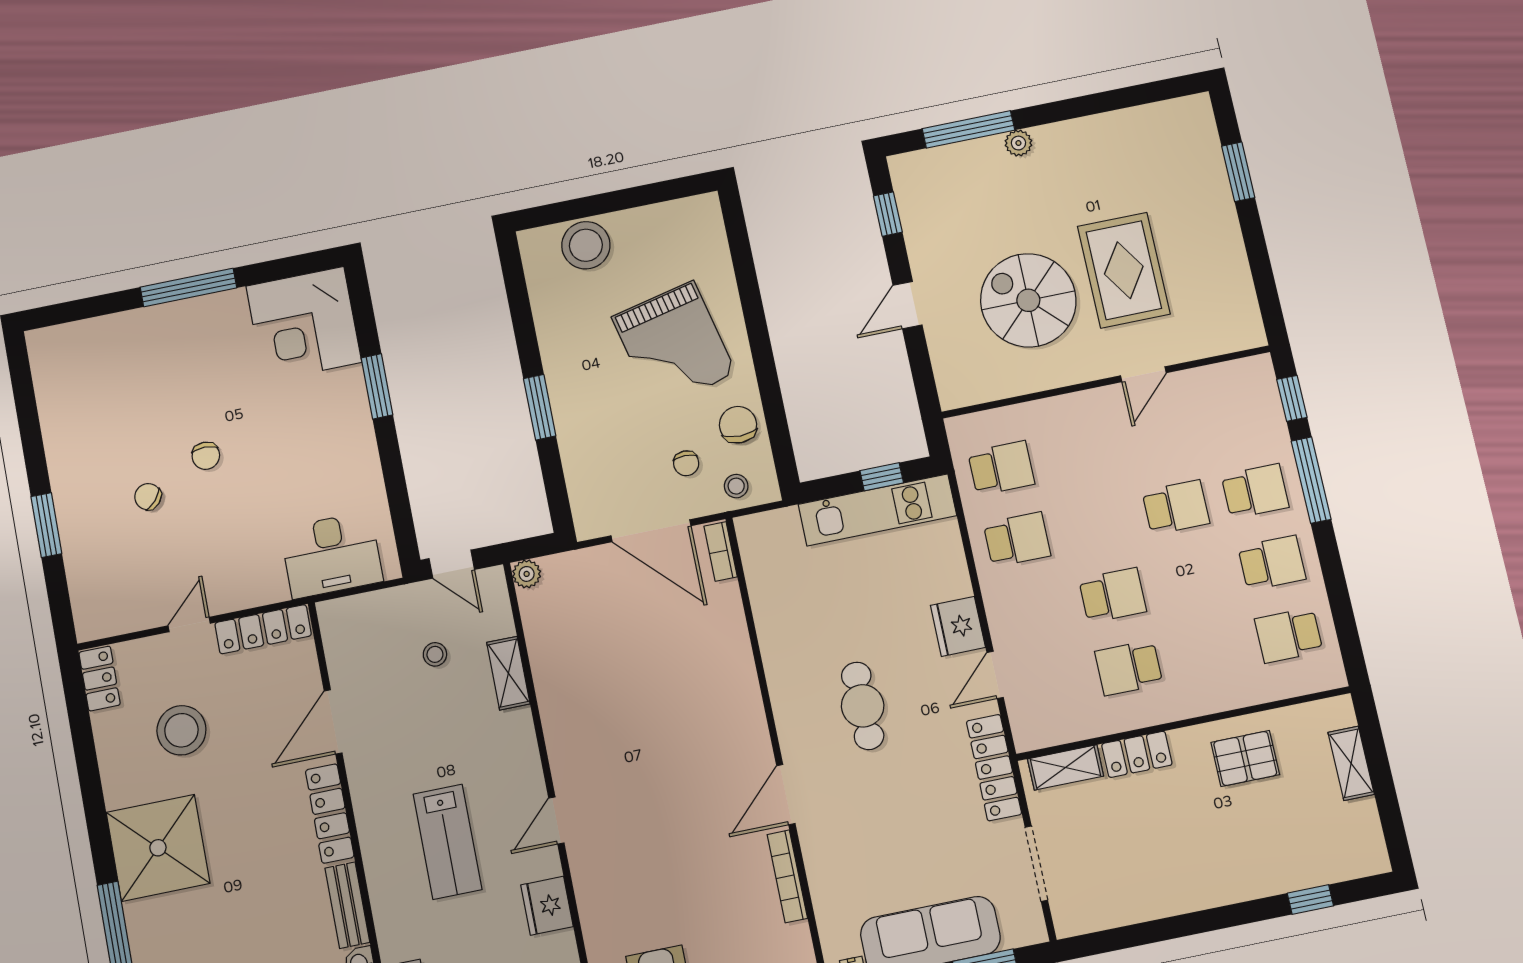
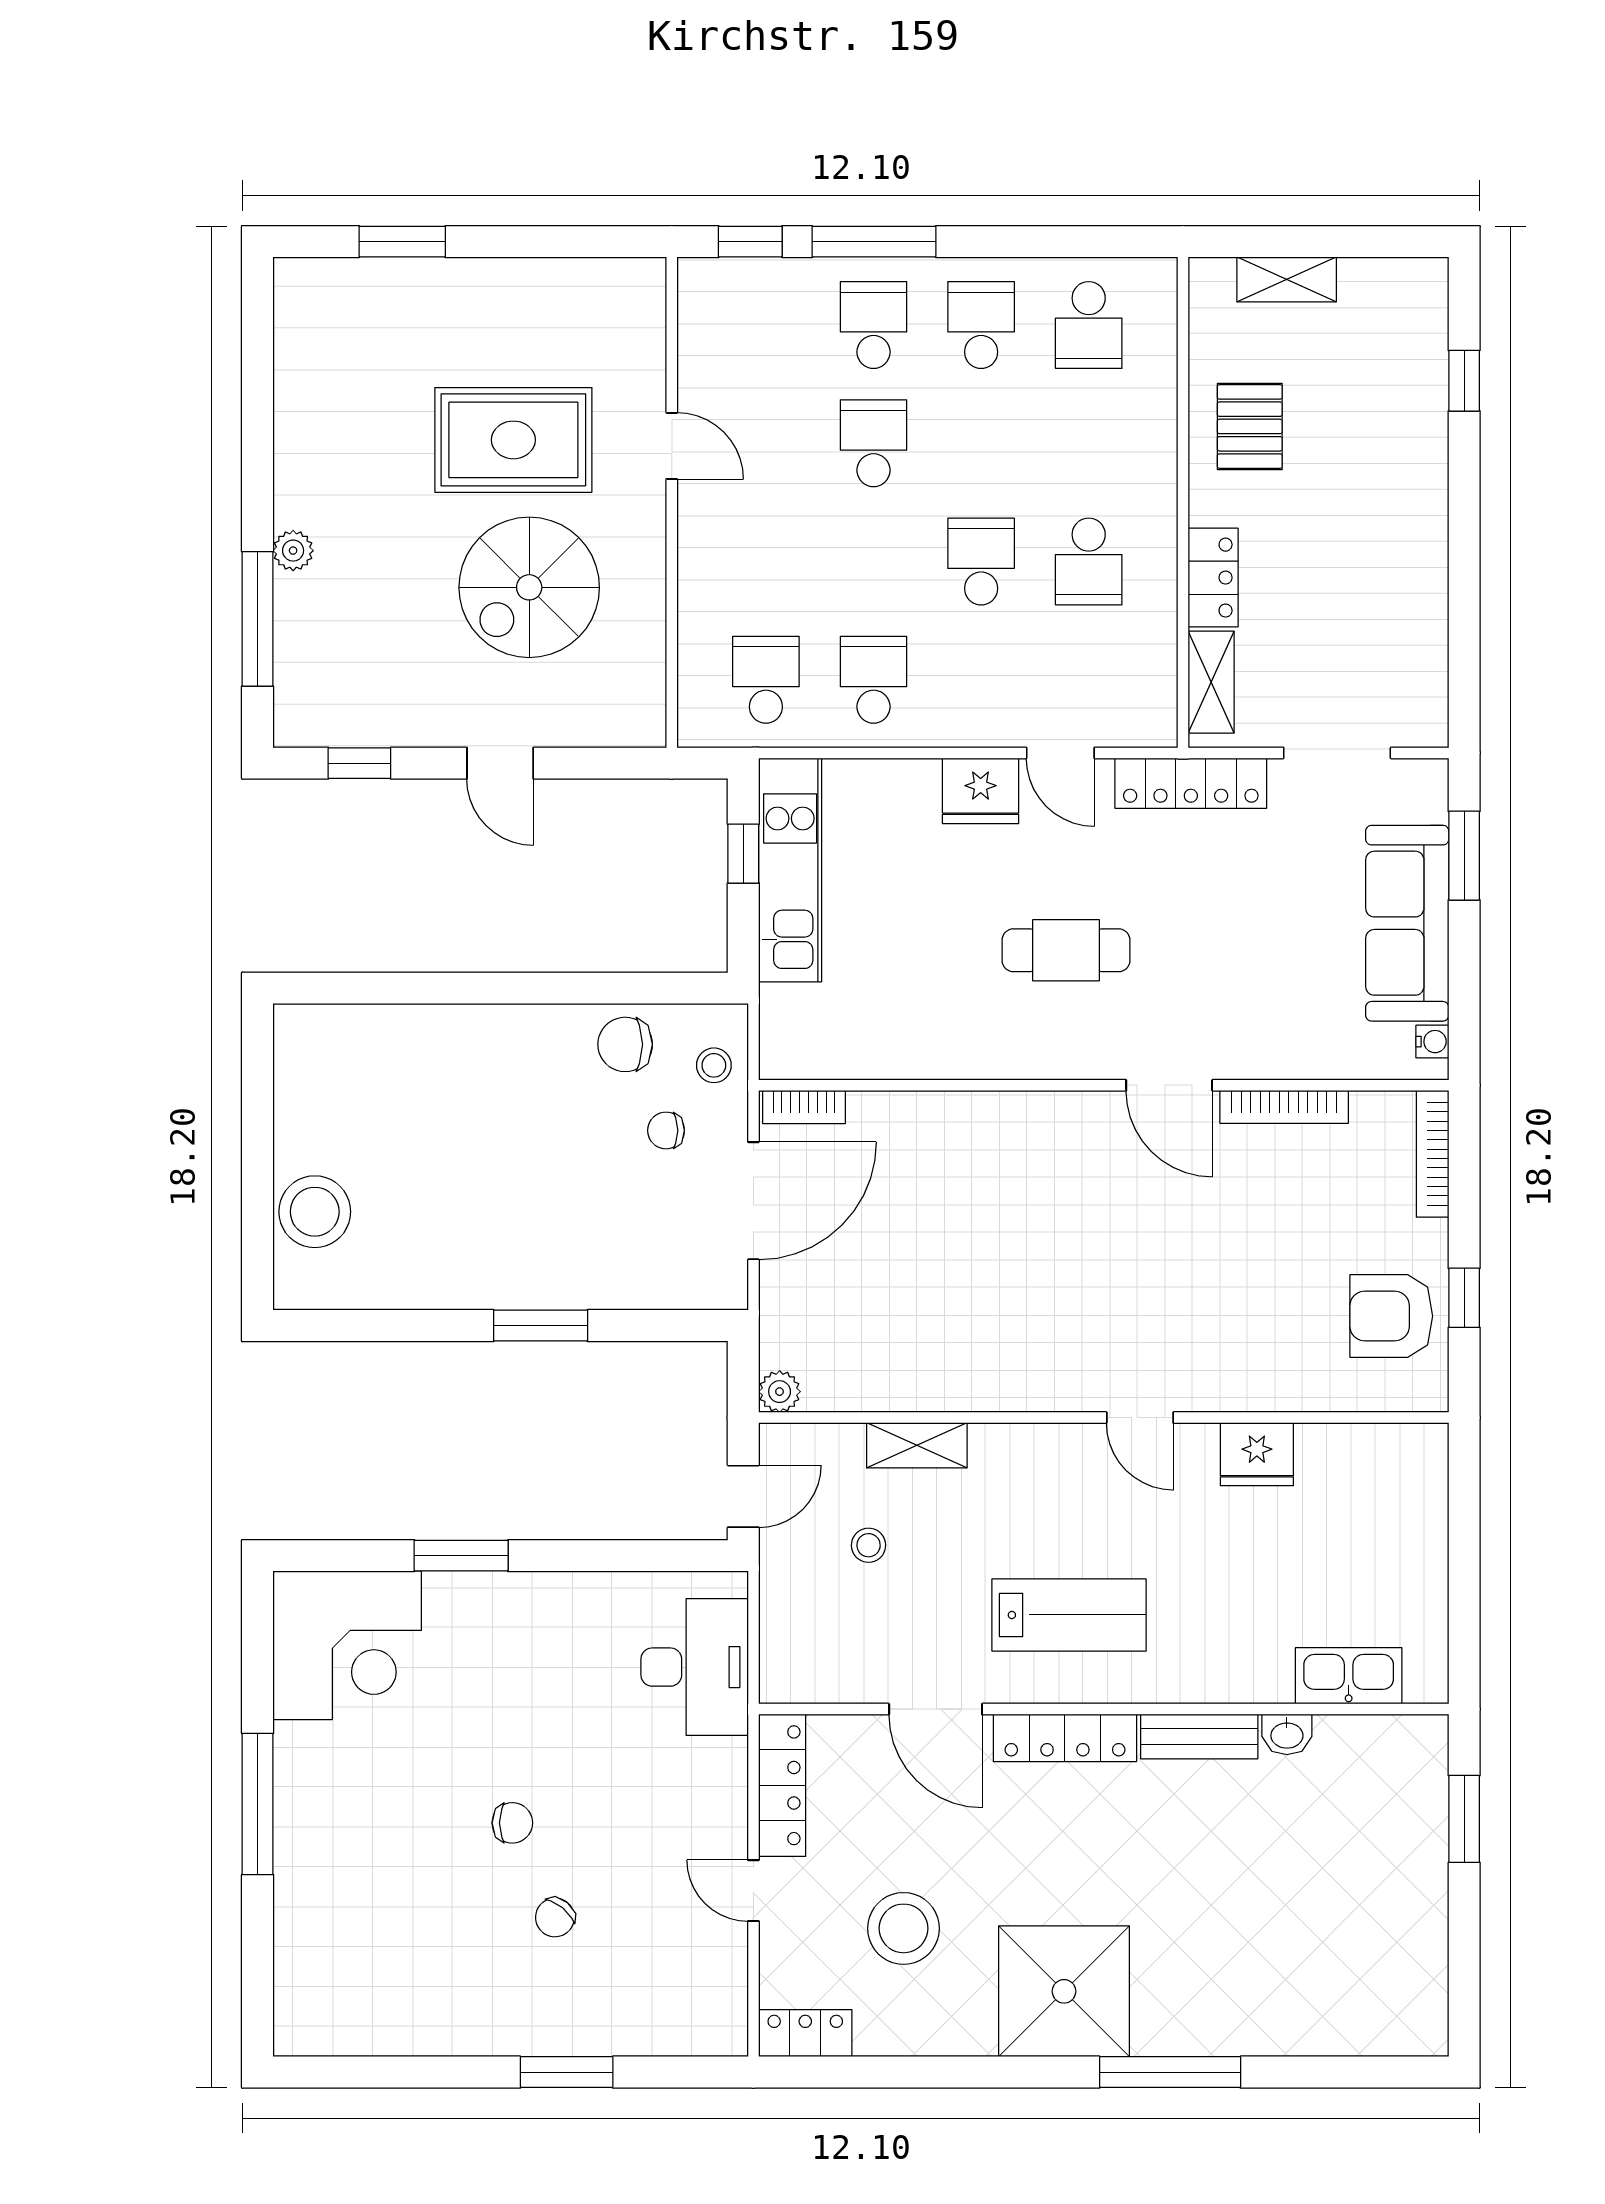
grand piano: (674, 345) -> (489, 1113), removed
chair: (686, 463) -> (666, 1130), turned 180
lab bench: (447, 842) -> (1069, 1615), moved

